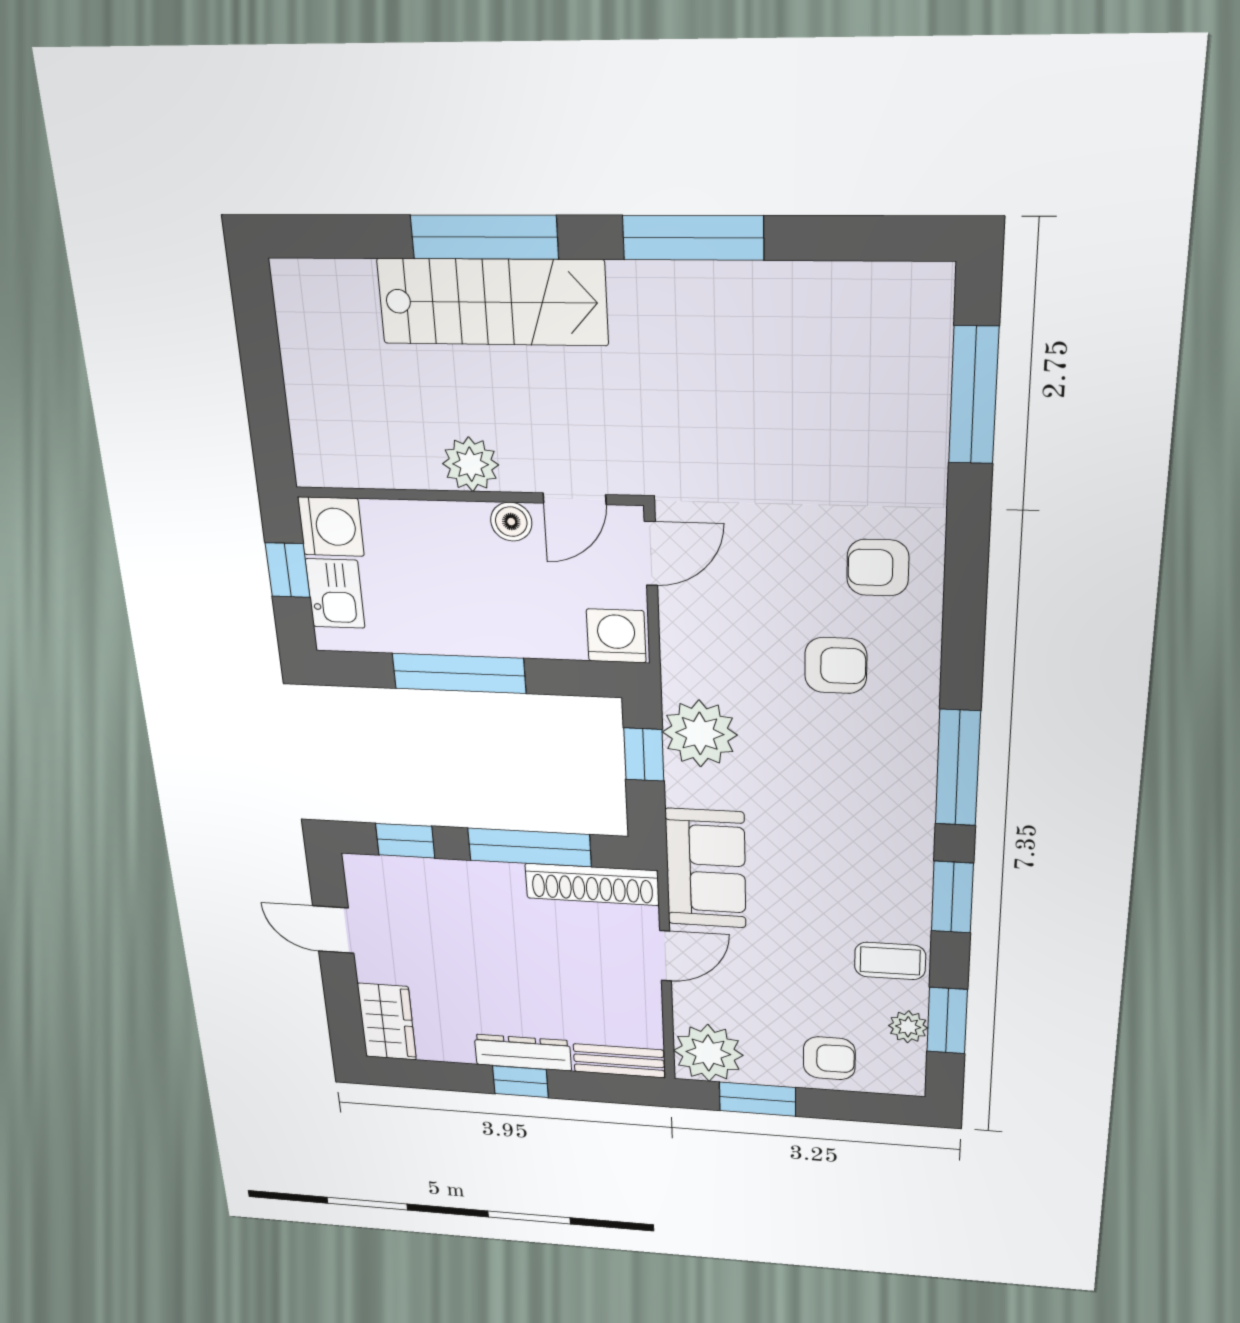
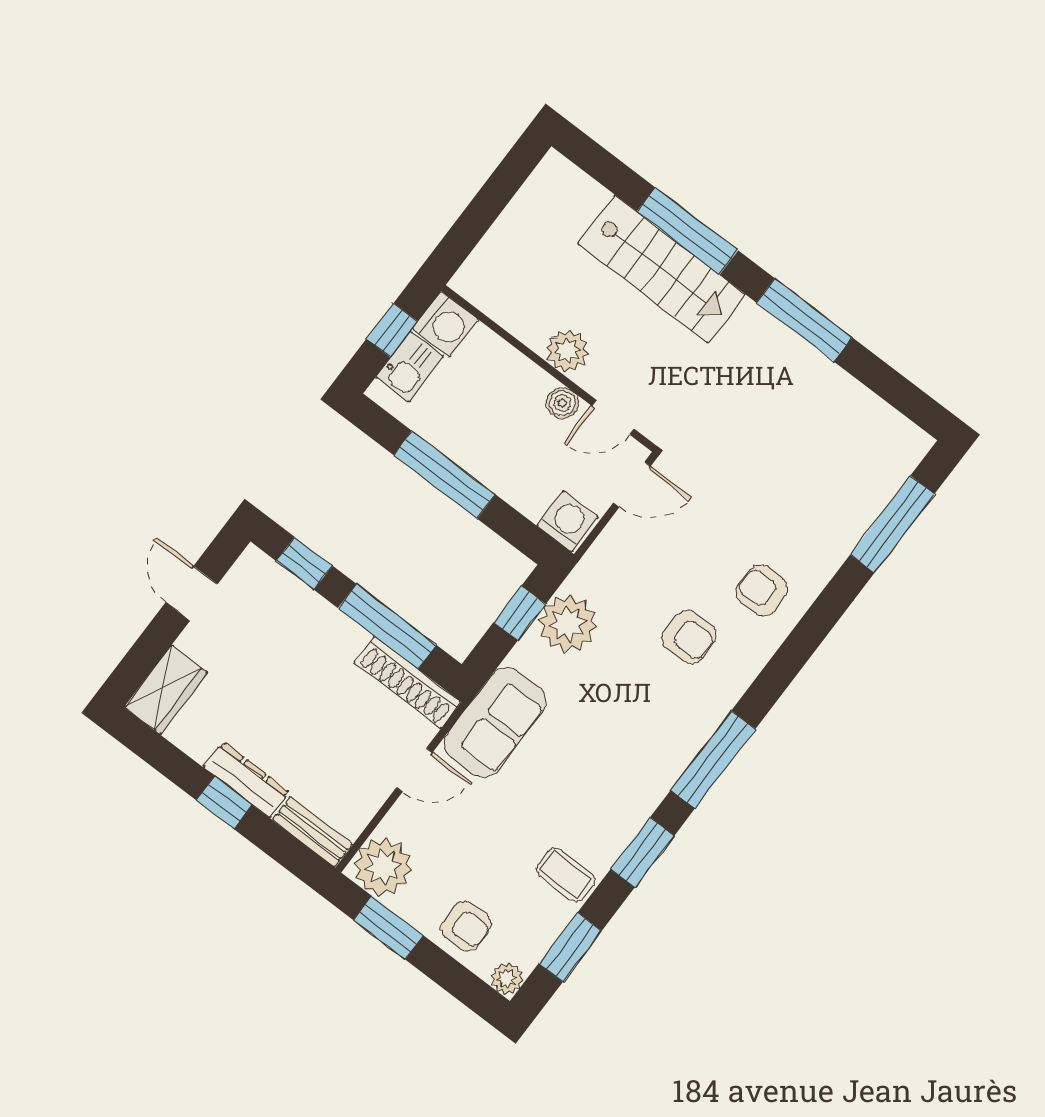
plant: (908, 1027) -> (507, 979), moved

